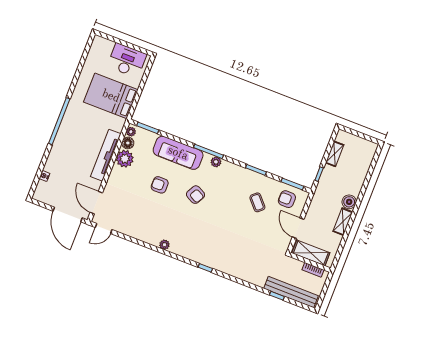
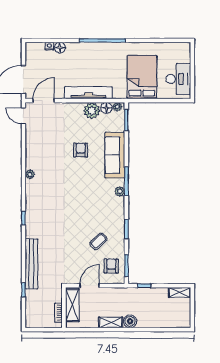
shelving: (335, 154) -> (180, 292), moved
floor lamp: (50, 166) -> (60, 48), added
armchair: (196, 195) -> (84, 185), removed
bench: (291, 292) -> (31, 264), moved

